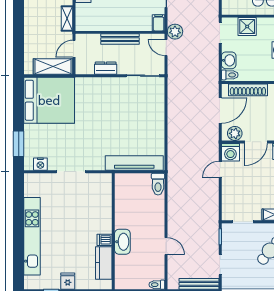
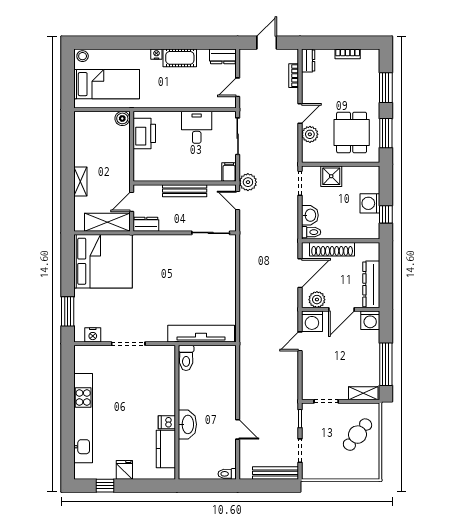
shelving: (67, 18) -> (80, 181), moved
dresser: (106, 68) -> (146, 224), moved
toilet: (158, 184) -> (186, 358), moved

